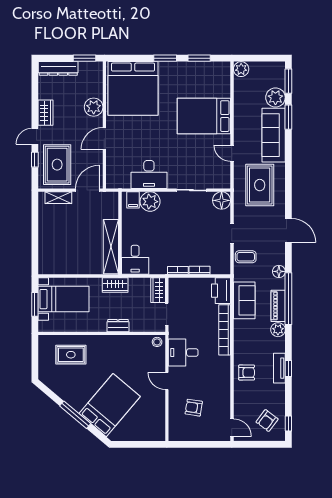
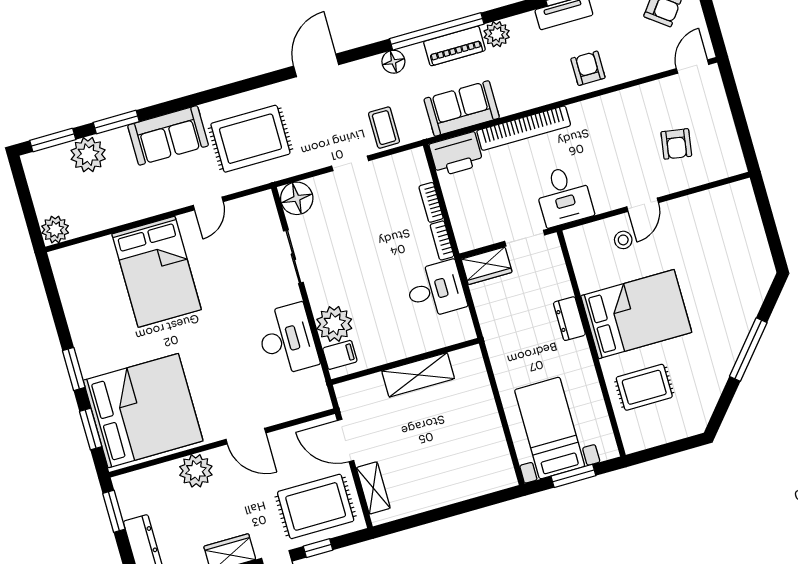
window: (199, 58) -> (91, 429), moved
sofa: (274, 135) -> (168, 135), width x0.73
shelving: (111, 247) -> (418, 375), width x0.68
desk: (135, 260) -> (436, 290), moved
wardrobe: (115, 285) -> (499, 344), removed
stool: (157, 342) -> (623, 240), moved
desk: (183, 353) -> (564, 196), moved
rug: (71, 355) -> (644, 387), turned 90
bed: (110, 405) -> (636, 314), moved, turned 140

